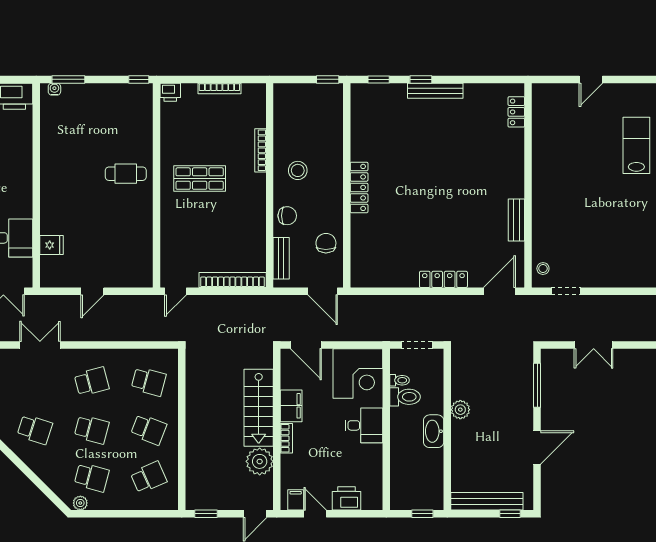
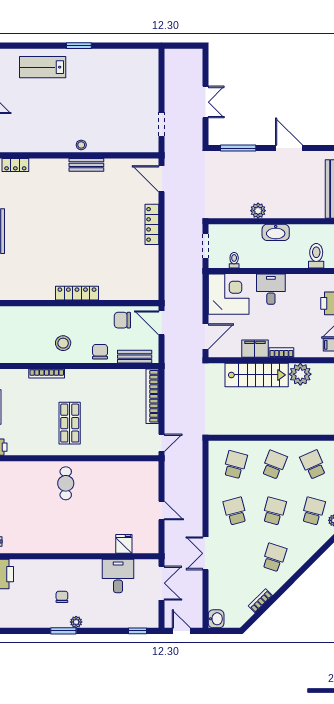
bench: (516, 220) -> (86, 165), moved
stool: (543, 269) -> (81, 145), moved
door: (175, 291) -> (162, 443), hinge flipped
door: (323, 291) -> (162, 323), swing flipped
toilet: (405, 397) -> (316, 256), moved

